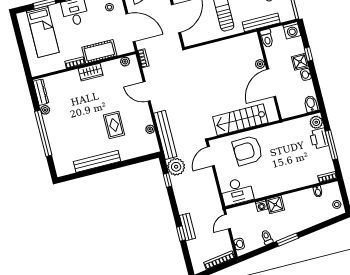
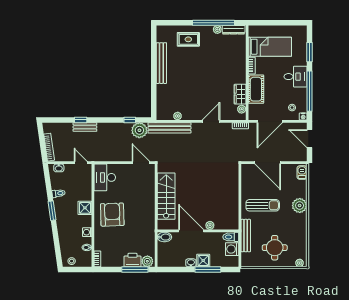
washing machine: (292, 30) -> (232, 249), moved
bed: (43, 32) -> (270, 47), moved, turned 180
window: (309, 54) -> (208, 270), width x2.17
wardrobe: (91, 72) -> (240, 94), moved
bidet: (311, 104) -> (164, 237), moved
rug: (114, 125) -> (188, 39), moved
window: (43, 133) -> (214, 23), moved
window: (331, 145) -> (135, 270), moved
armchair: (248, 151) -> (112, 215), moved
washing machine: (261, 206) -> (87, 232), moved

